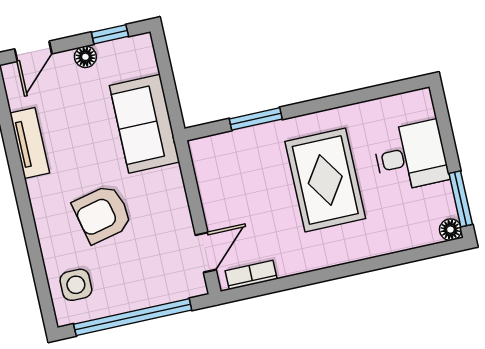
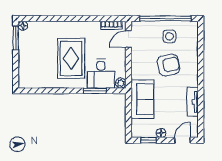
plant: (201, 149) -> (121, 83), added
desk: (411, 156) -> (101, 74), moved, turned -90
side table: (76, 285) -> (169, 36), moved

